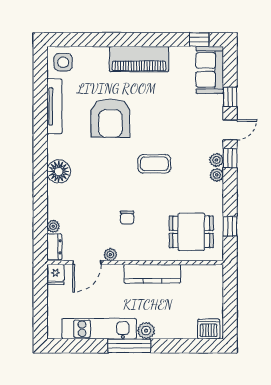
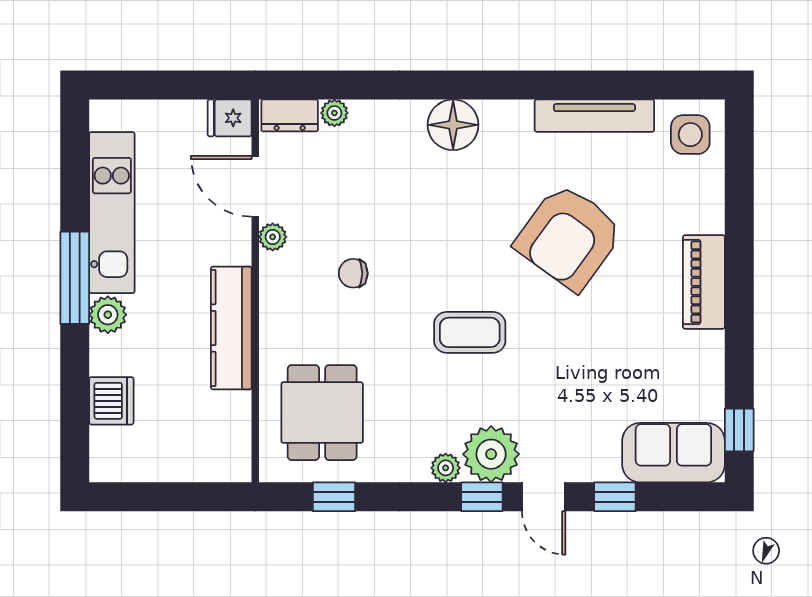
piano: (139, 59) -> (704, 282), width x0.73, depth x0.75
armchair: (110, 118) -> (569, 237), turned -54
plant: (216, 160) -> (491, 454), width x1.88, depth x1.88
coffee table: (154, 164) -> (470, 332), turned 90
dishwasher: (209, 329) -> (111, 401), moved

